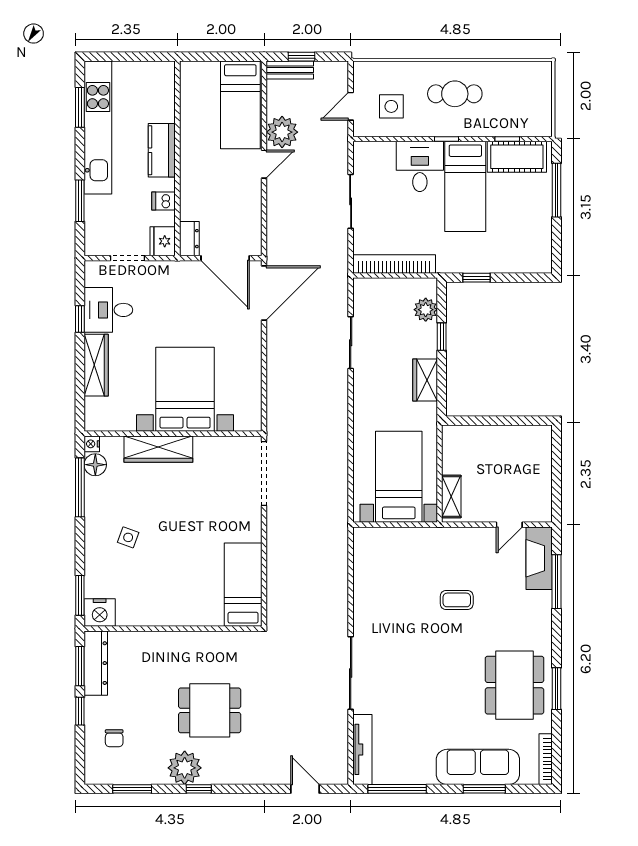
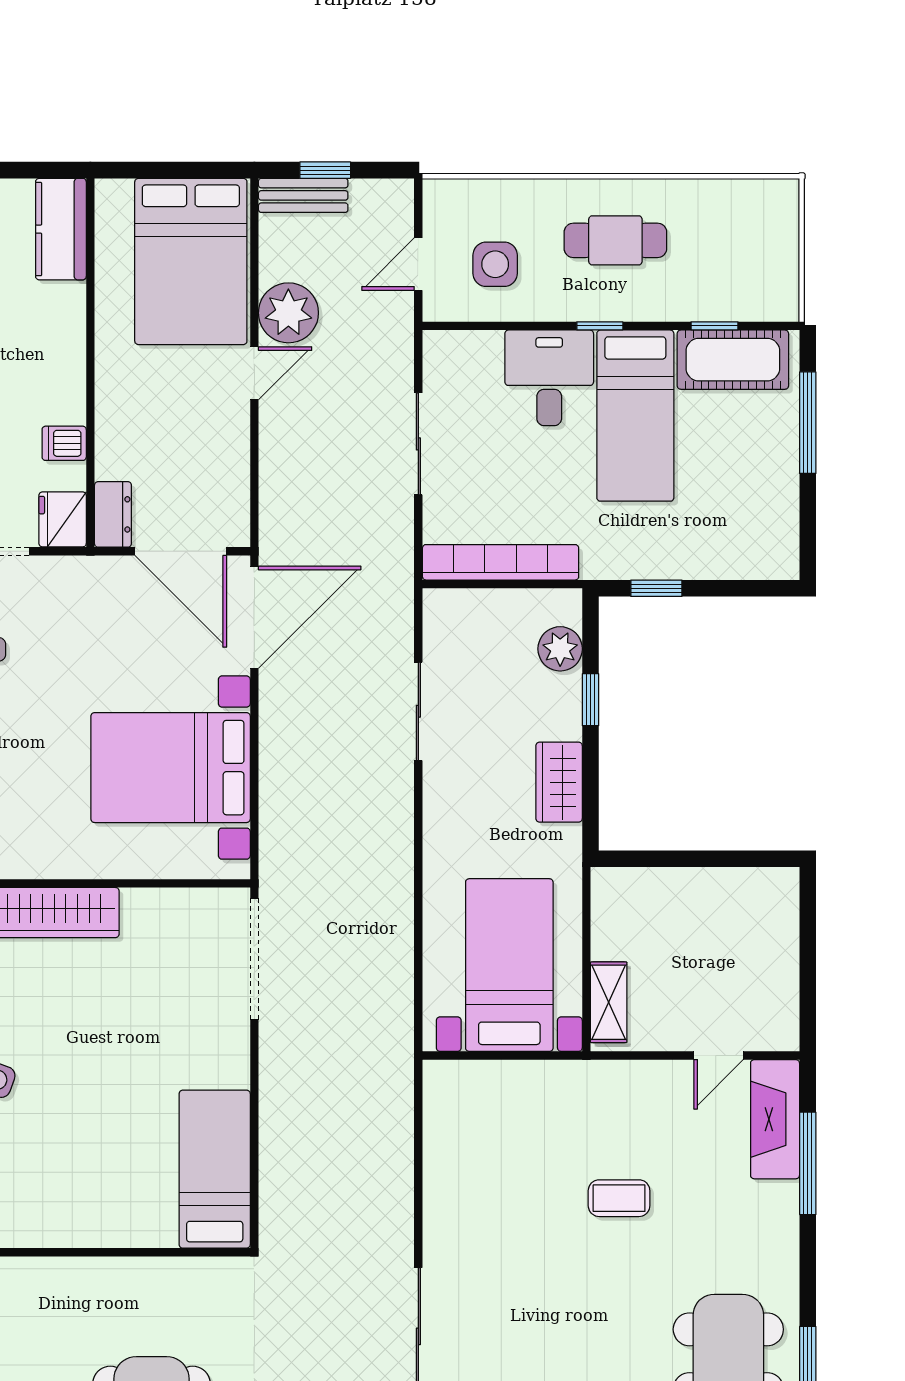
bed: (240, 105) -> (191, 261), width x1.50
kitchen counter: (162, 150) -> (61, 229), moved
bed with nightstands: (185, 389) -> (171, 768), moved, turned -90

